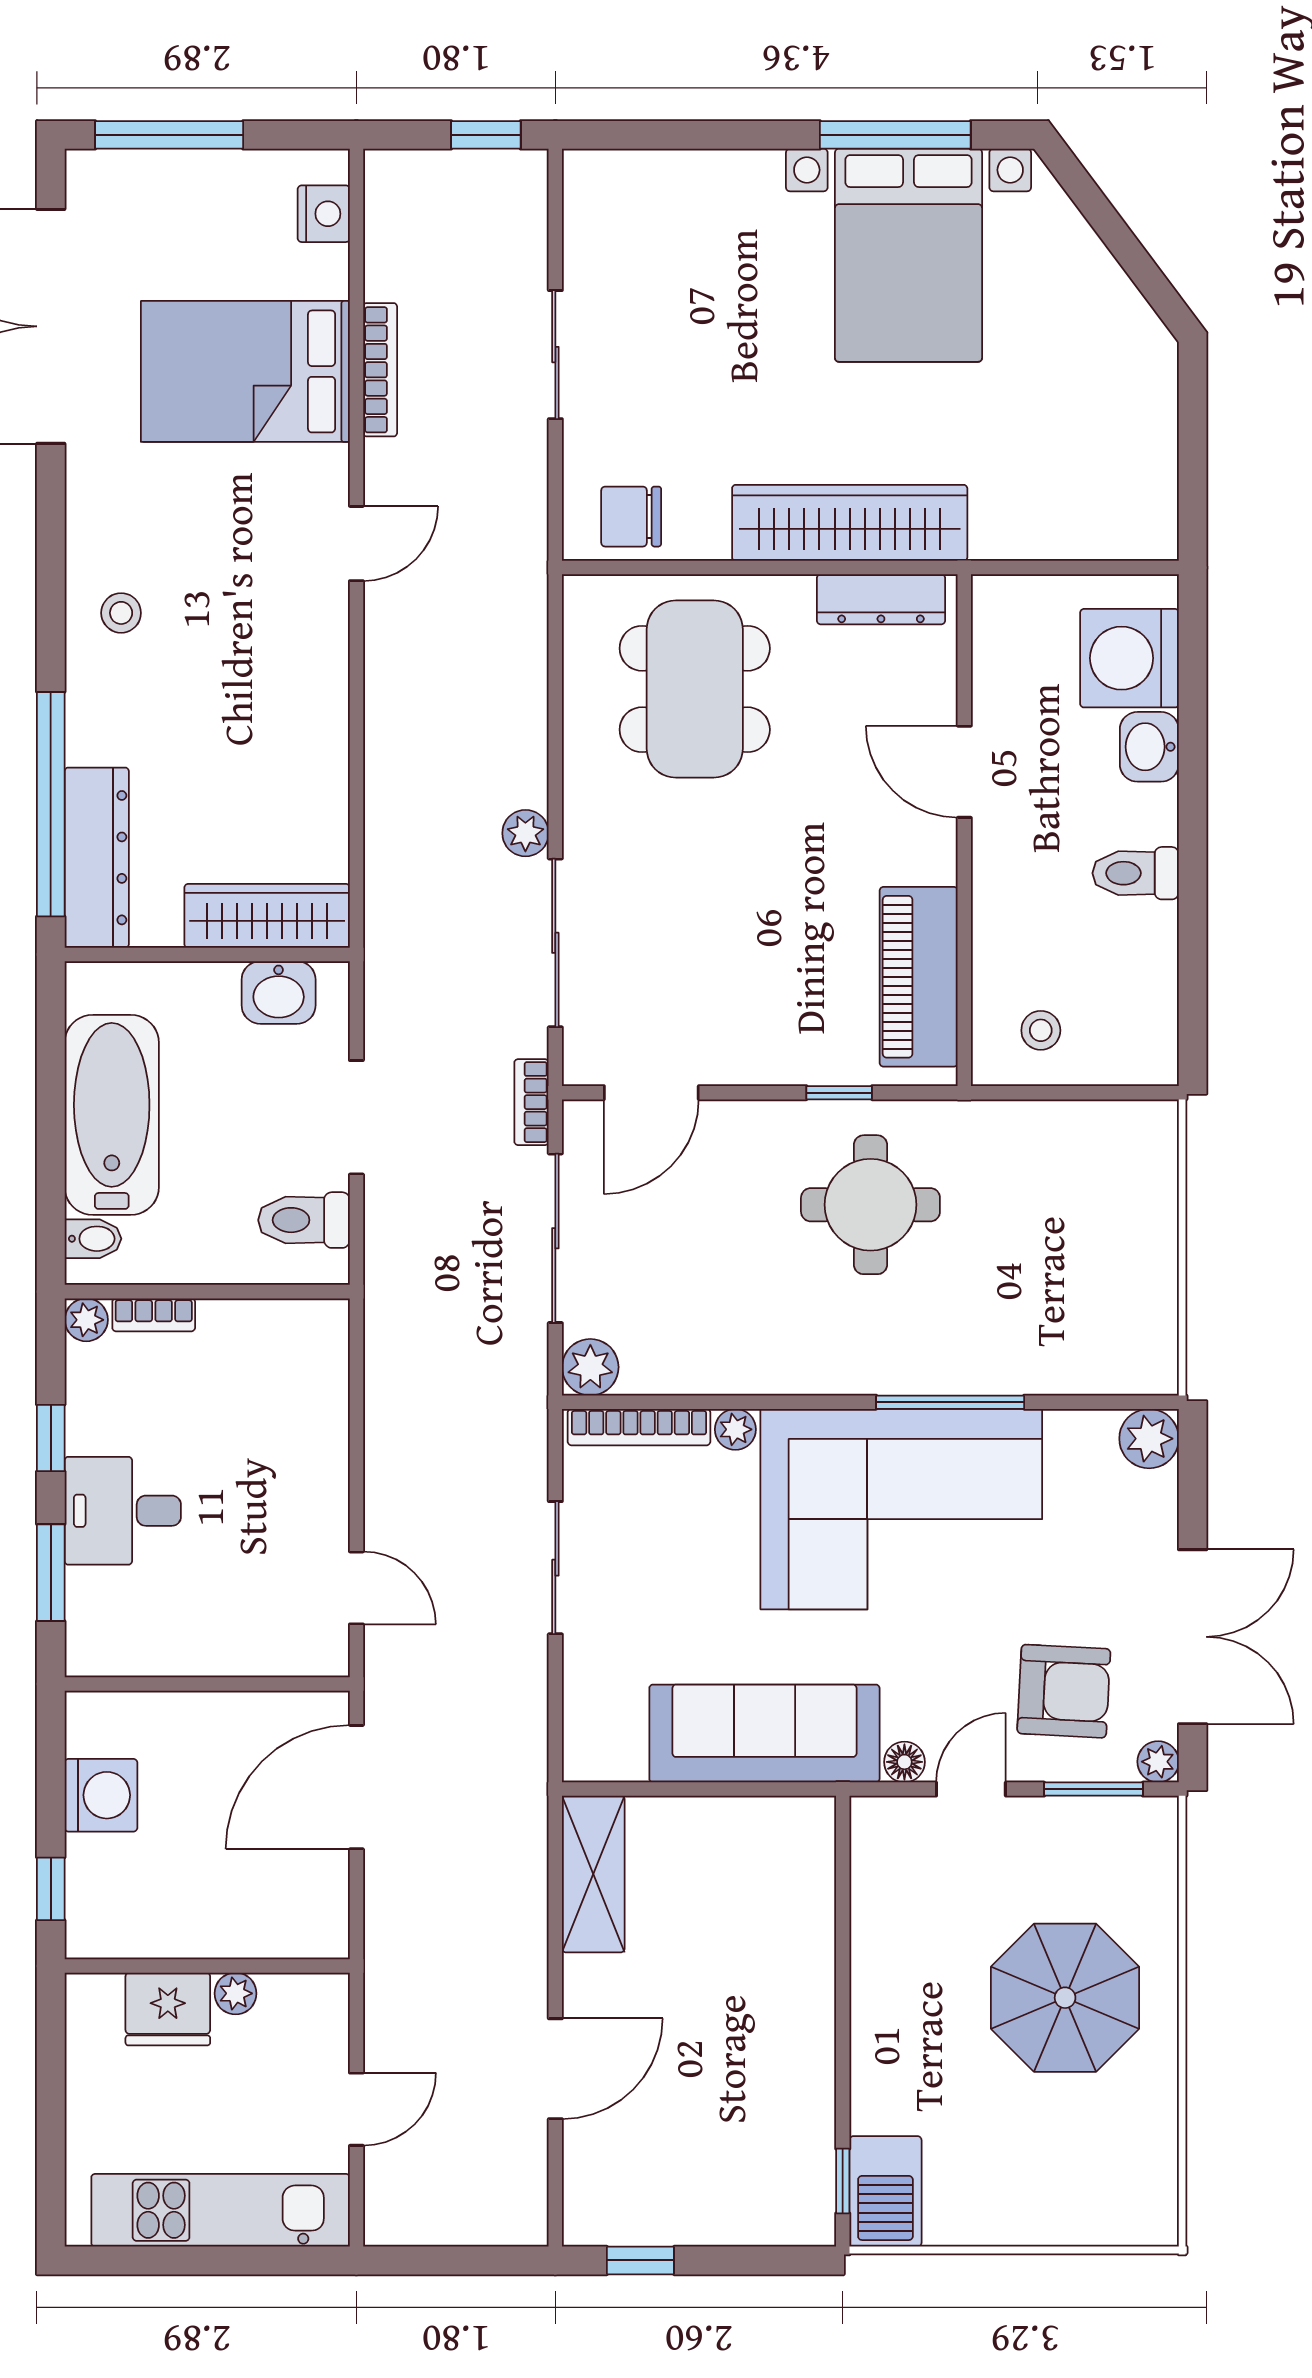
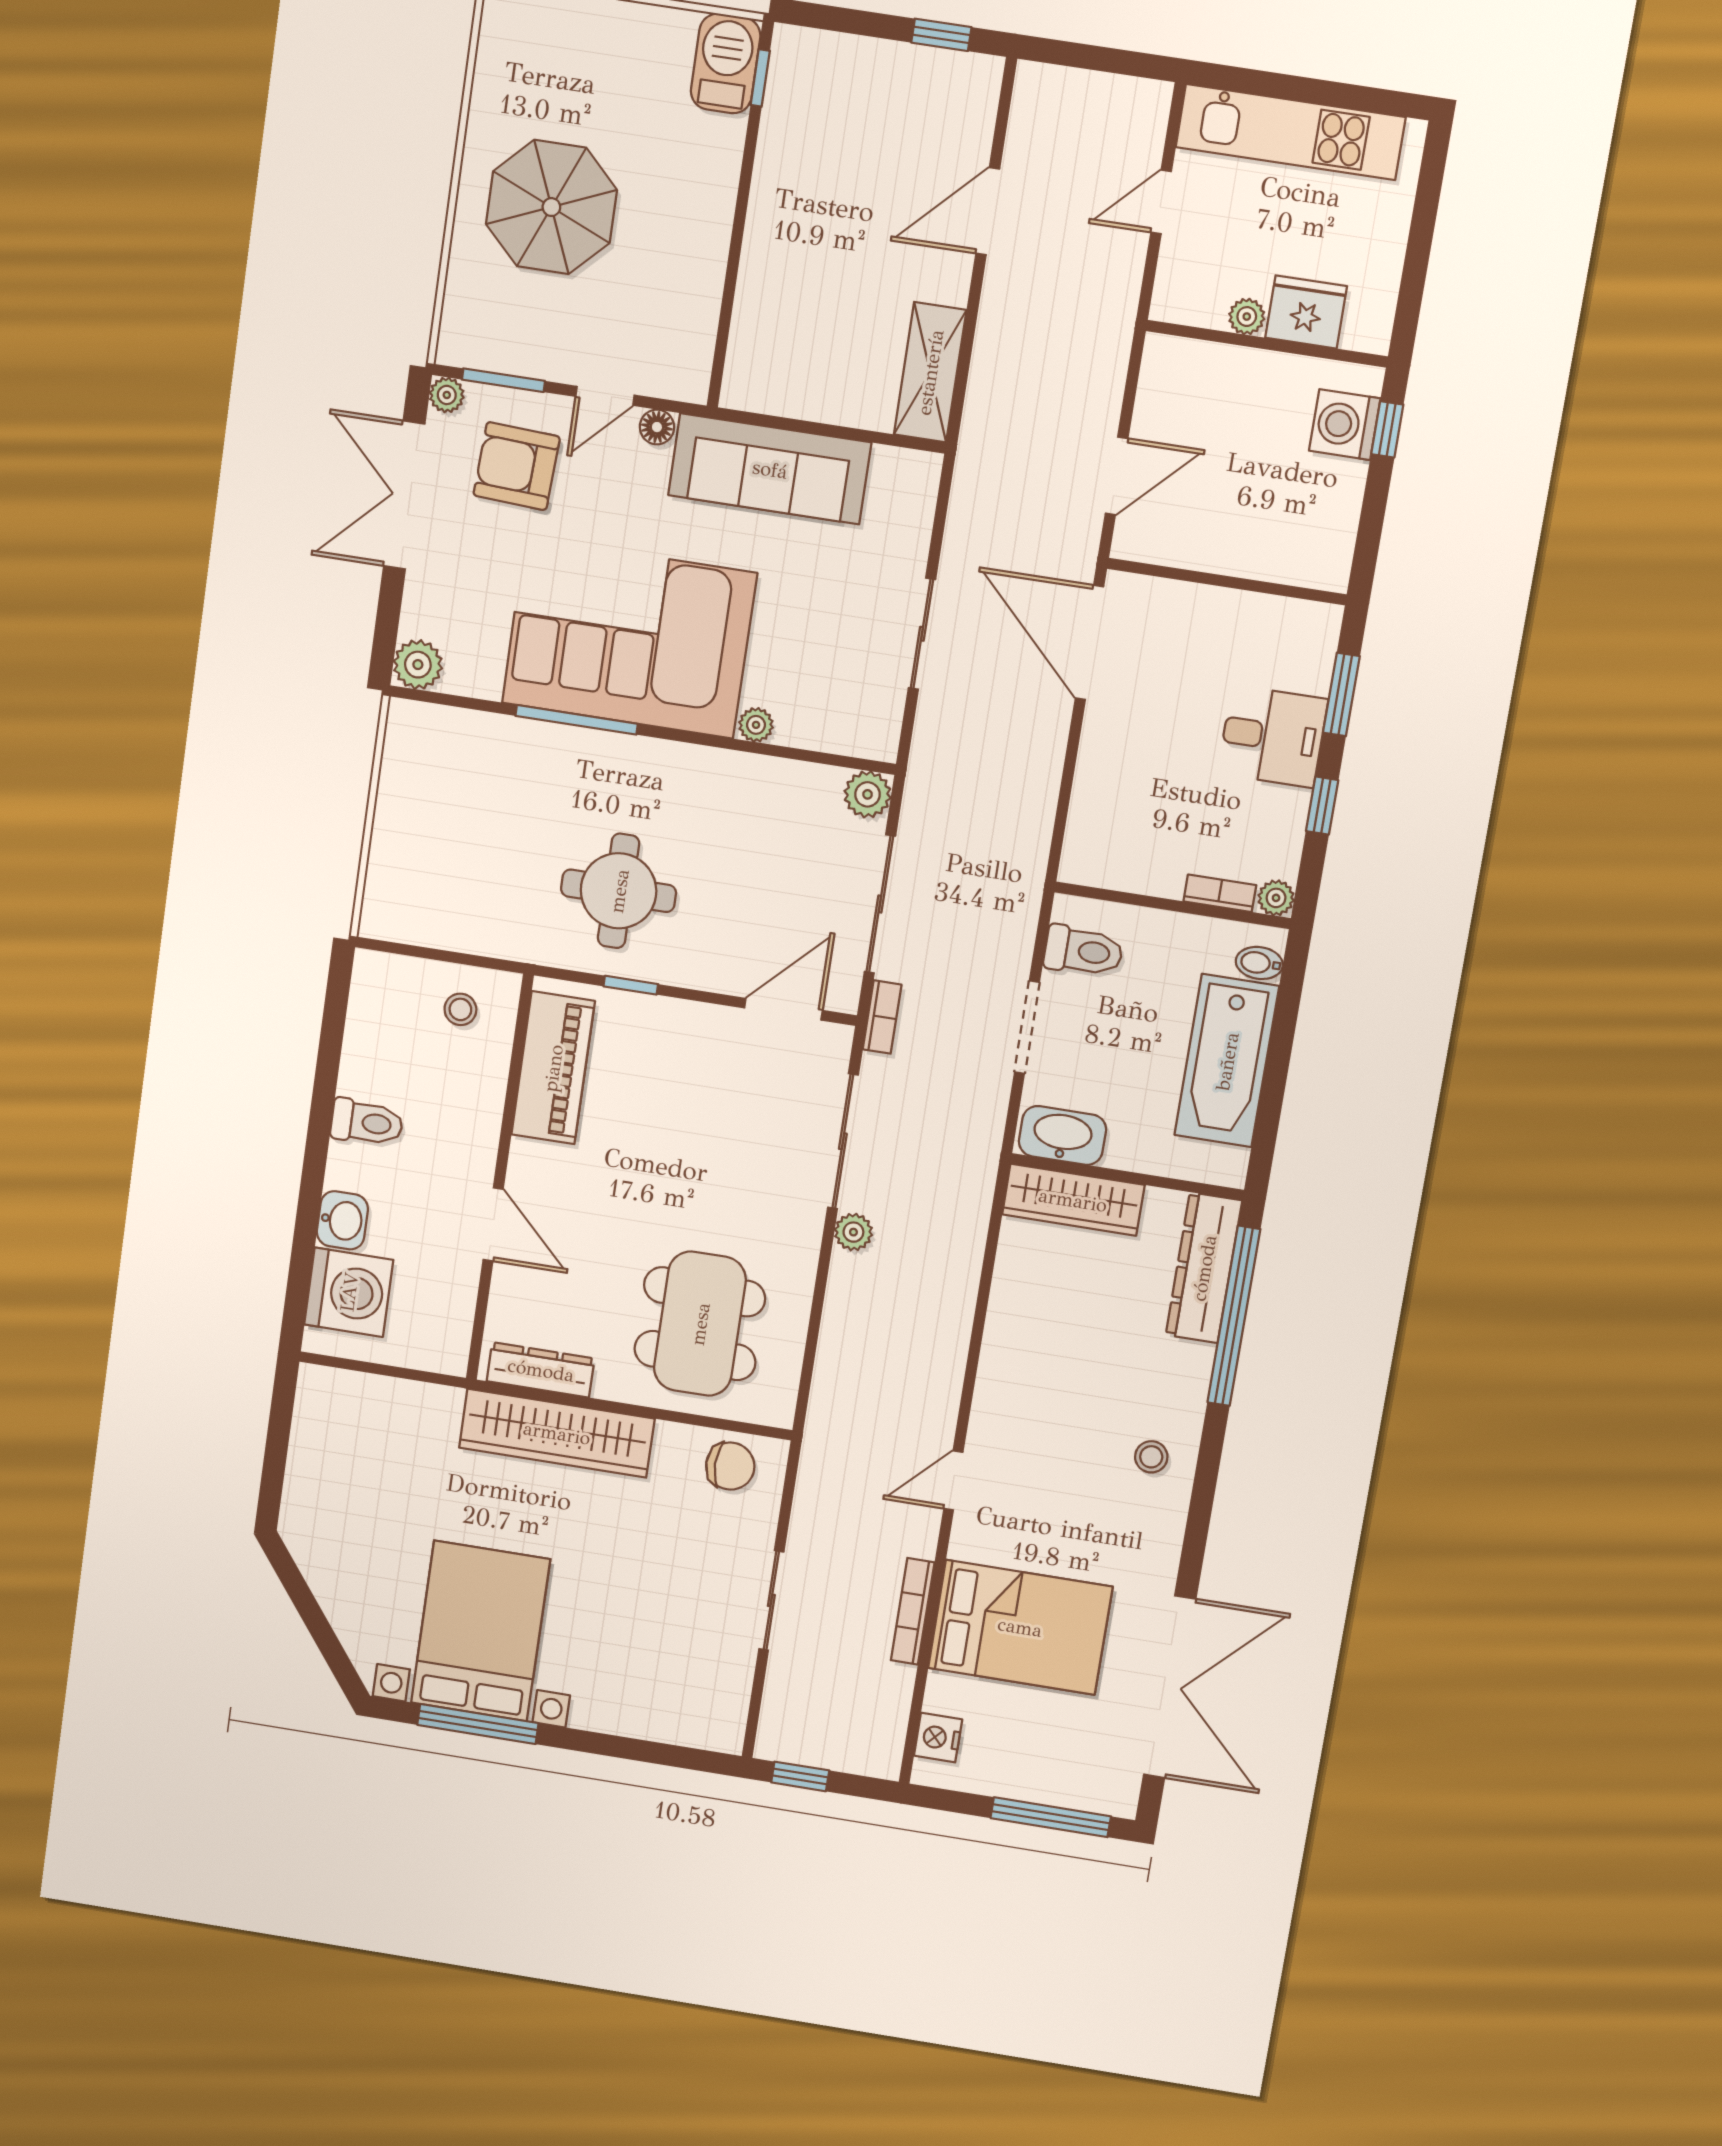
washbasin: (279, 992) -> (1062, 1135), width x1.38
bookcase: (639, 1427) -> (835, 739), removed
door: (356, 1588) -> (1089, 642), width x1.87
door: (356, 1787) -> (1117, 476), width x0.73
washing machine: (101, 1795) -> (1345, 425), moved

